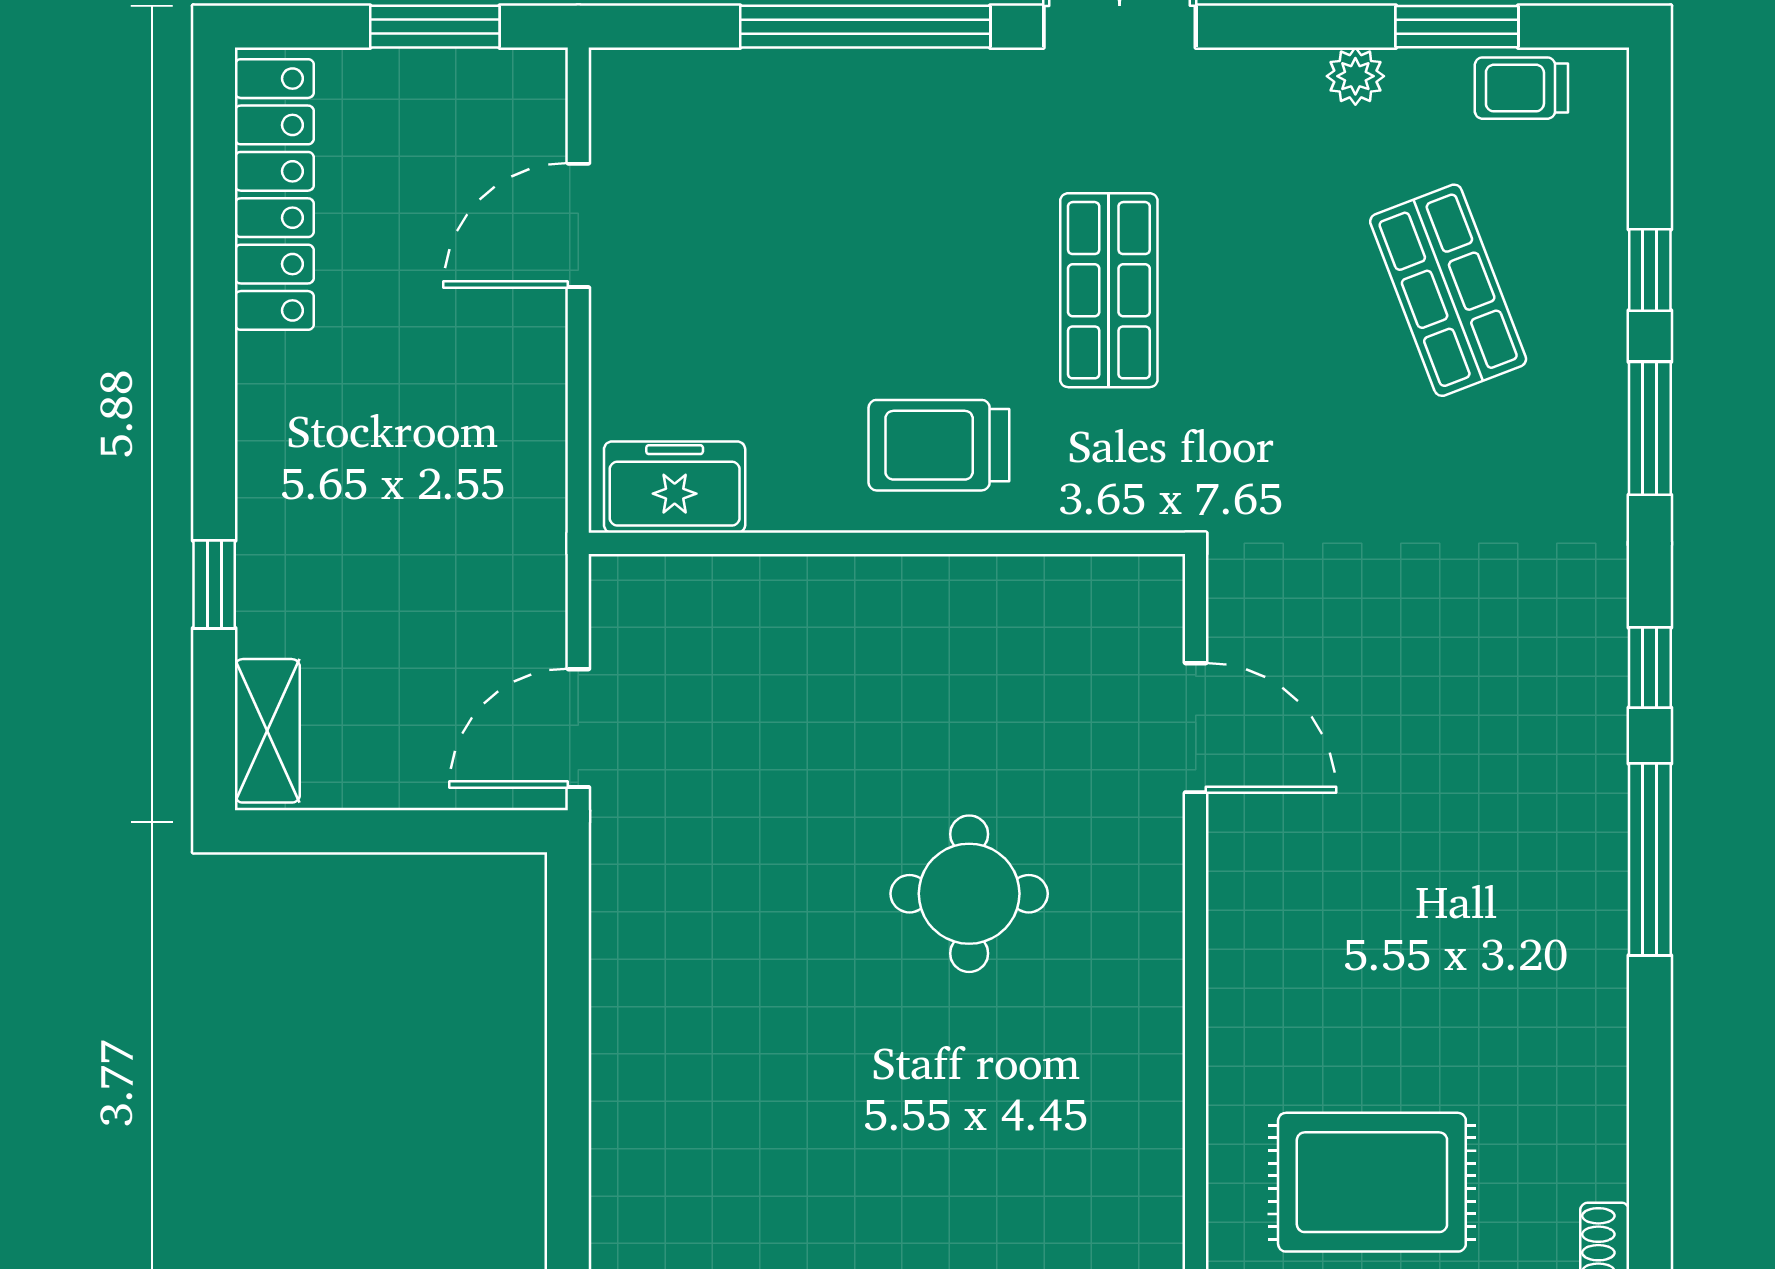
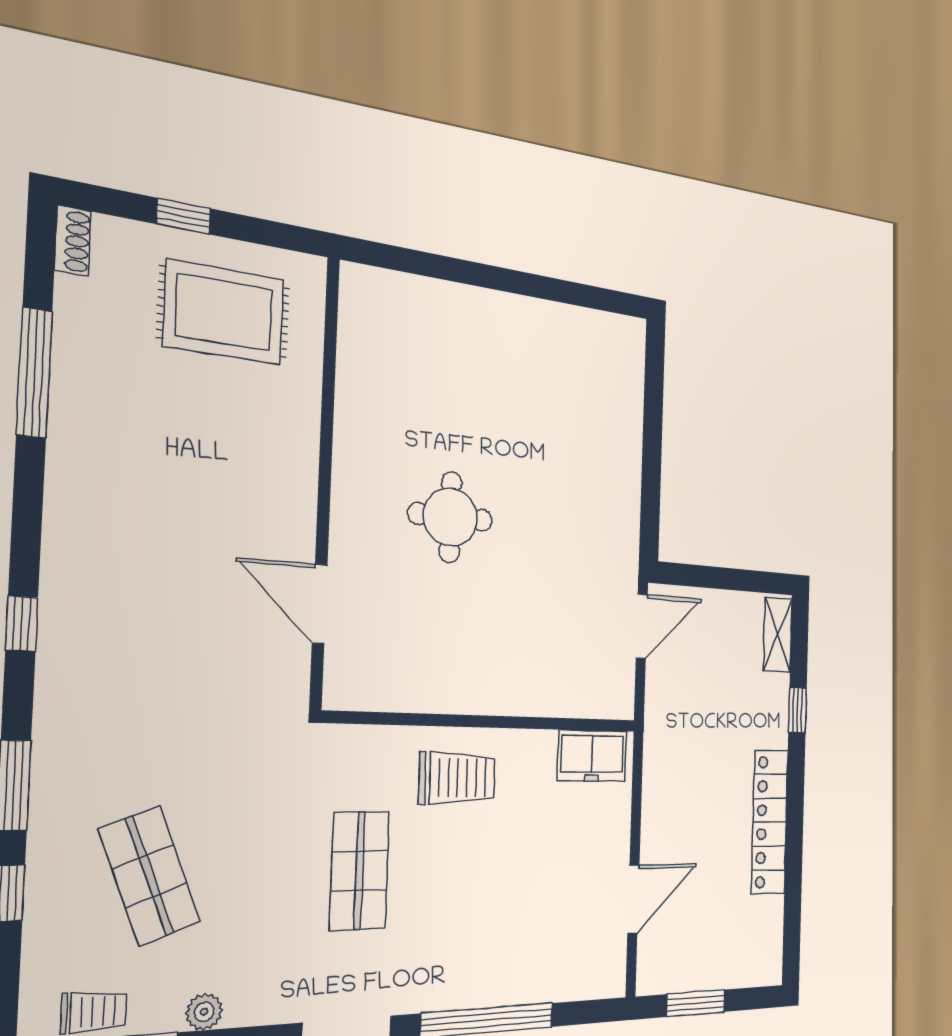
locker: (274, 194) -> (770, 822), moved
window: (1650, 859) -> (34, 373), moved

